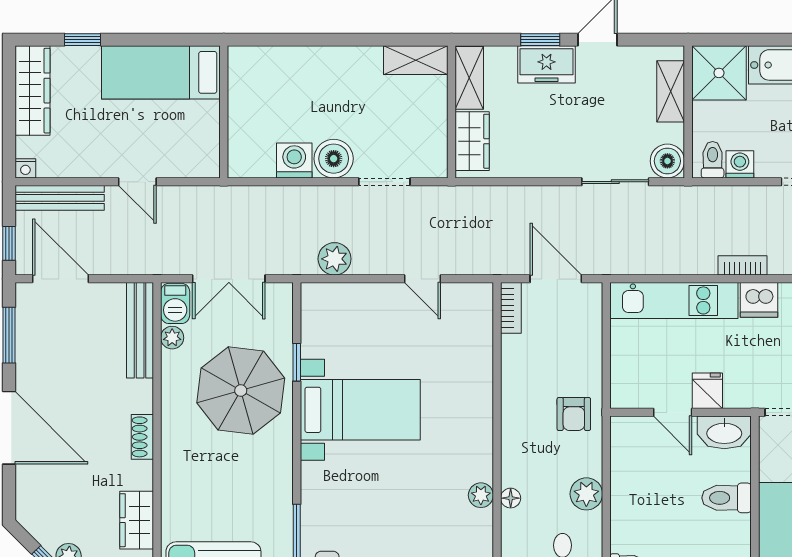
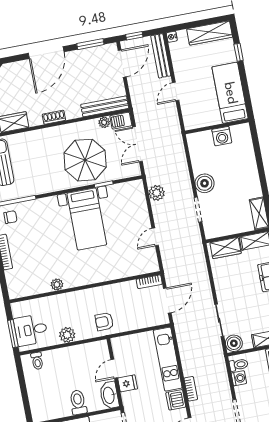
washing machine: (294, 160) -> (222, 136), moved, turned 90
floor lamp: (511, 498) -> (58, 299), removed

